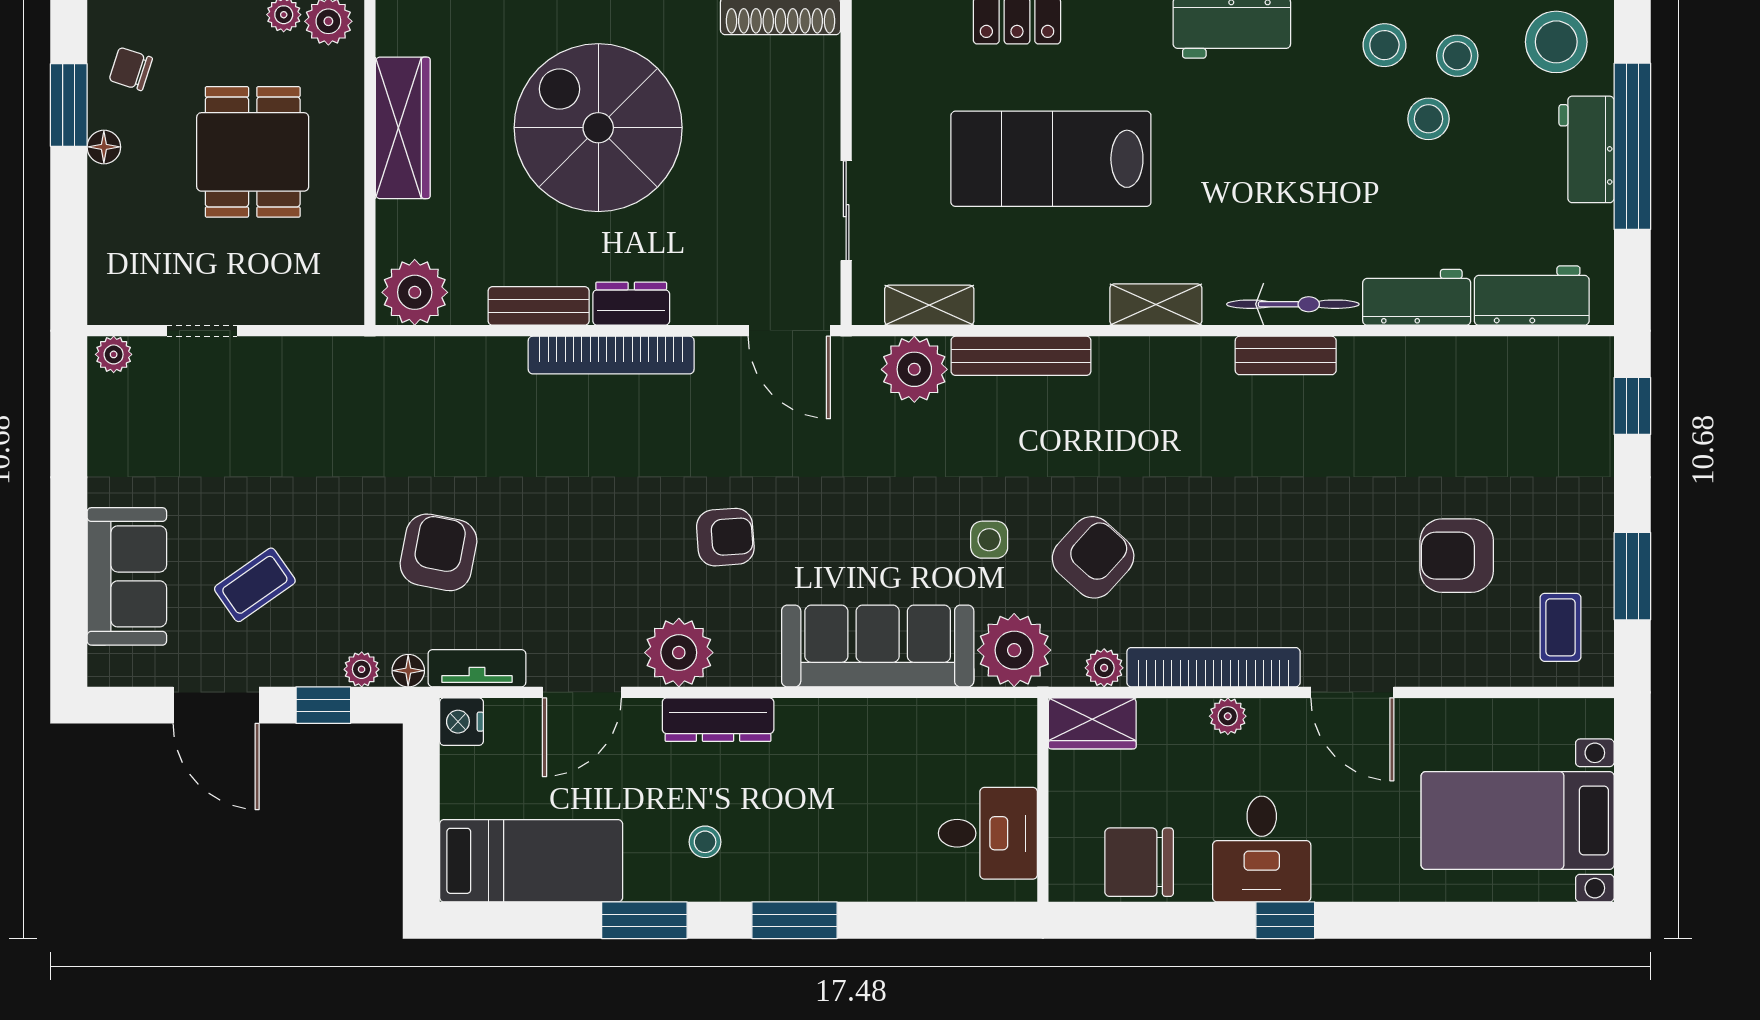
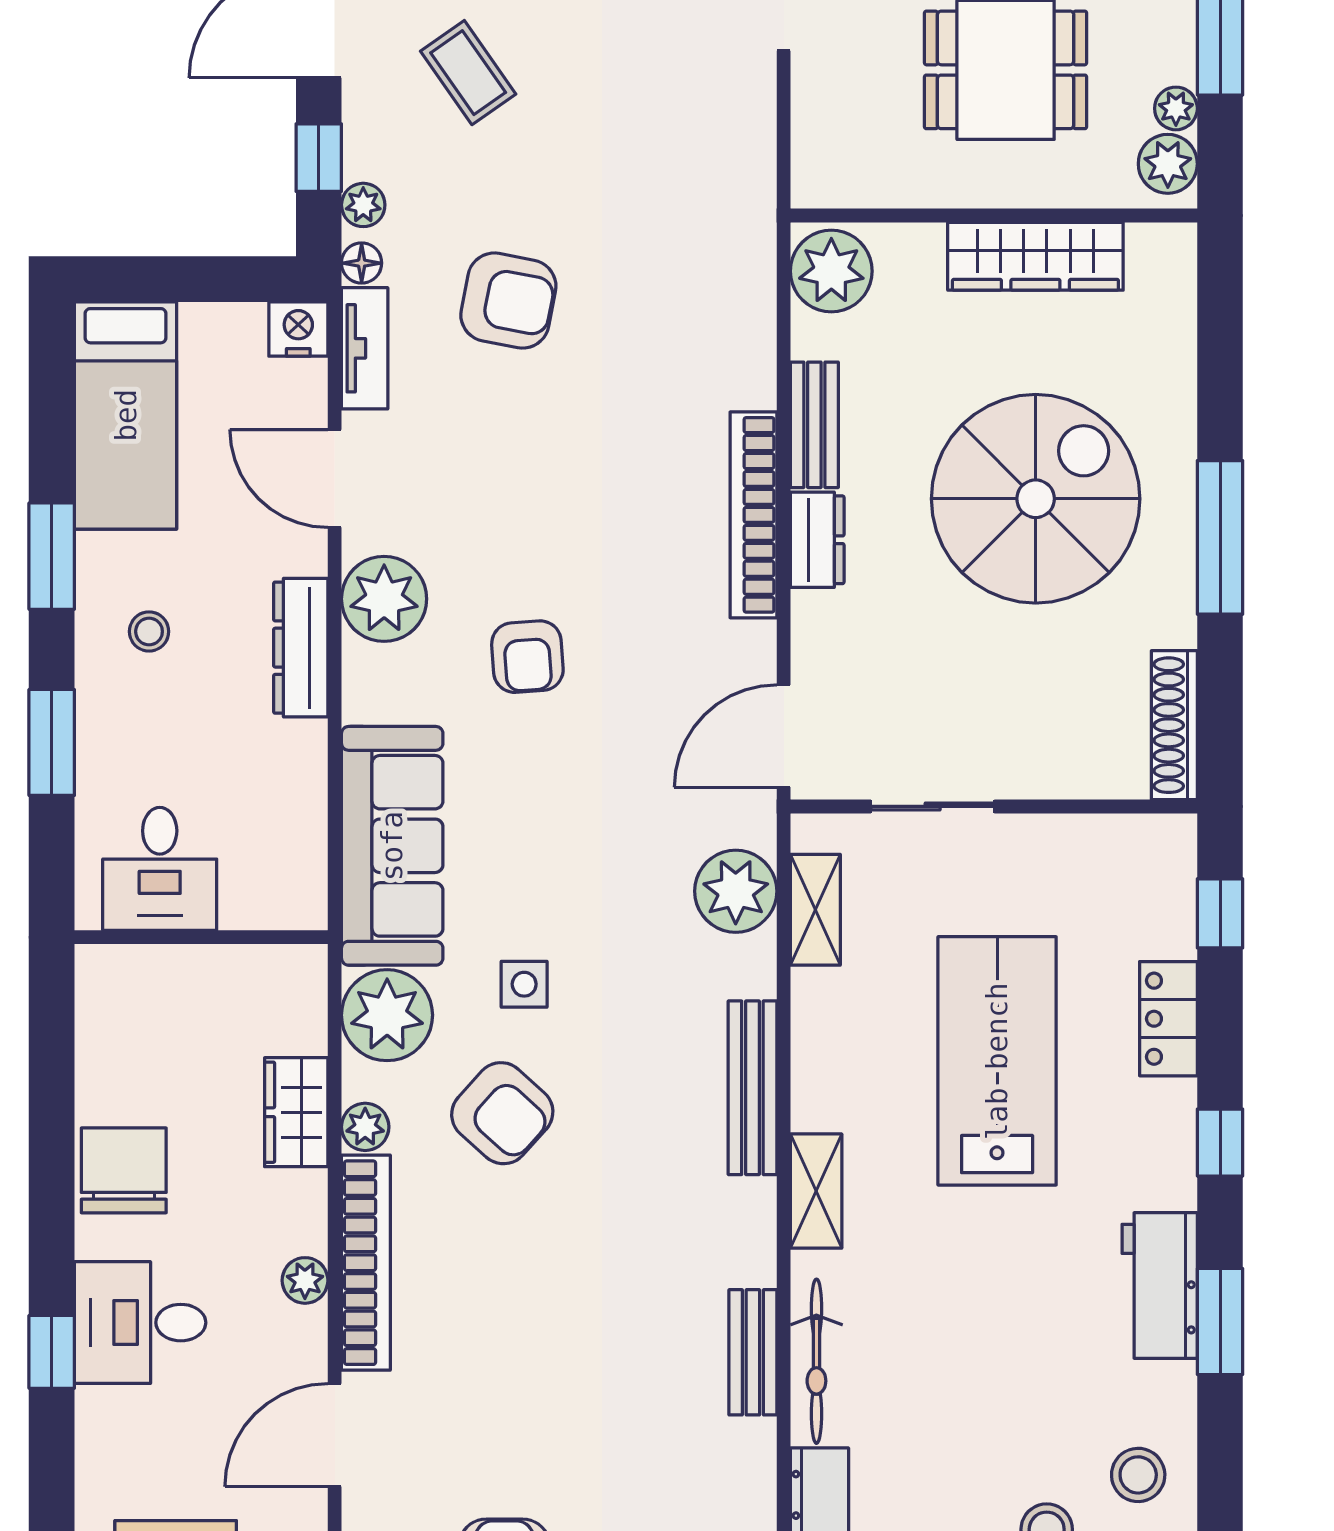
bench: (1021, 356) -> (752, 1088), moved
wall: (1043, 800) -> (201, 937), moved
desk: (988, 833) -> (160, 869), moved

